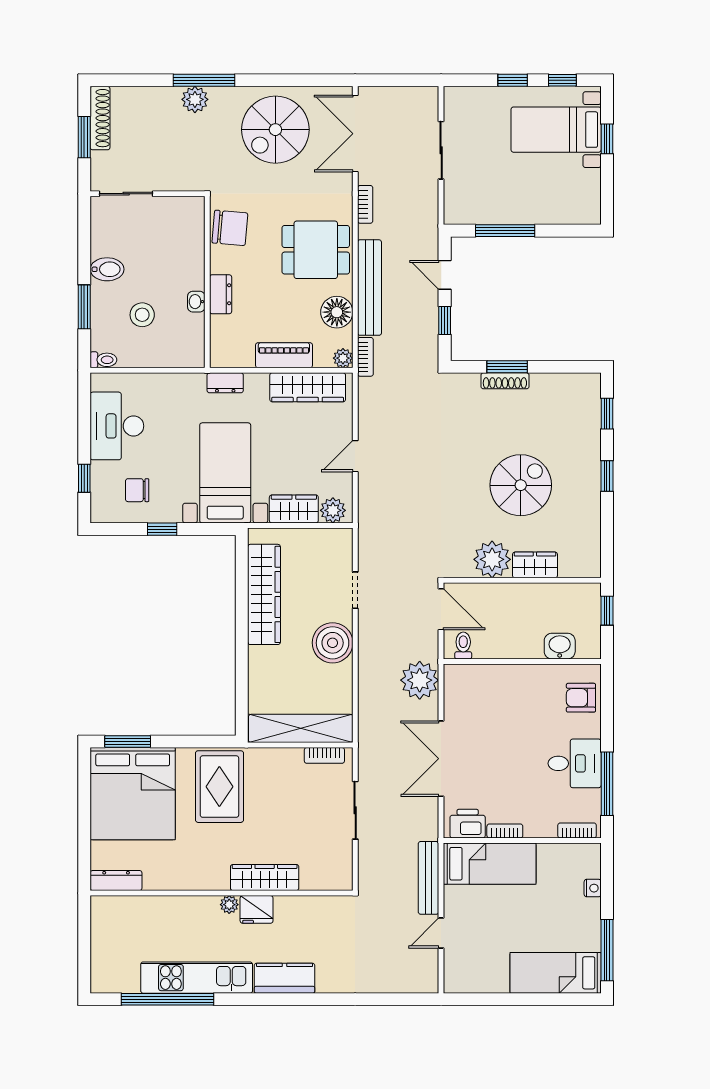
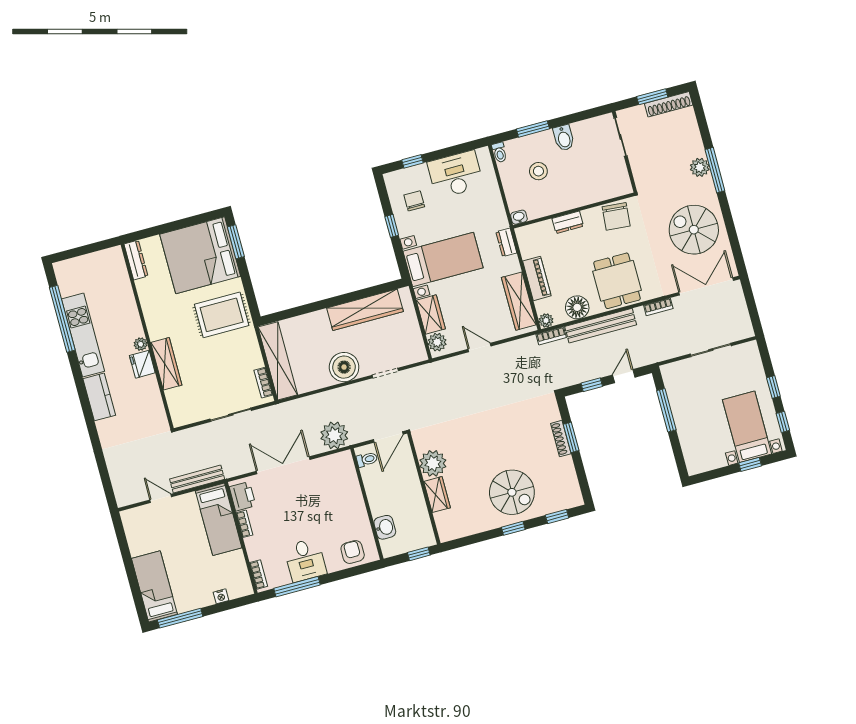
washbasin: (196, 302) -> (519, 217), moved
spiral stairs: (521, 485) -> (512, 492), moved

